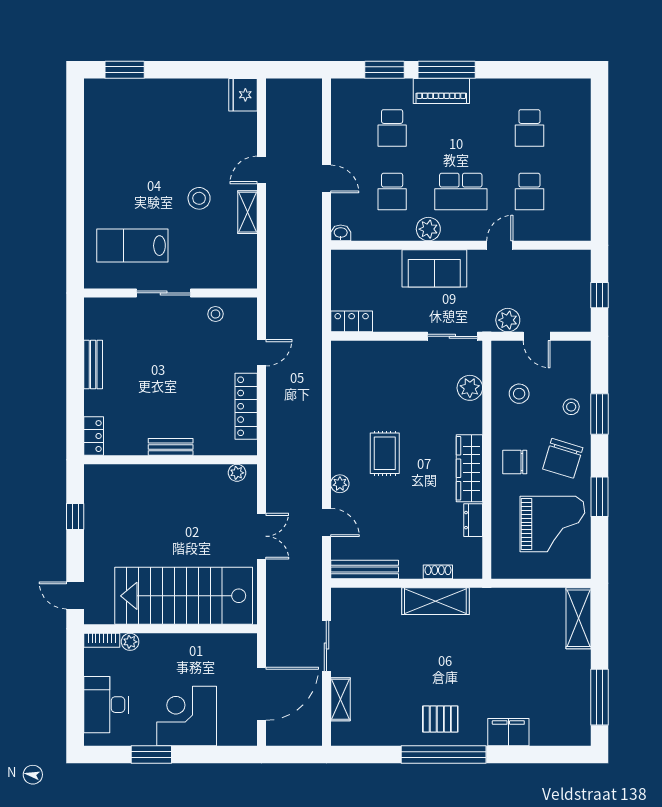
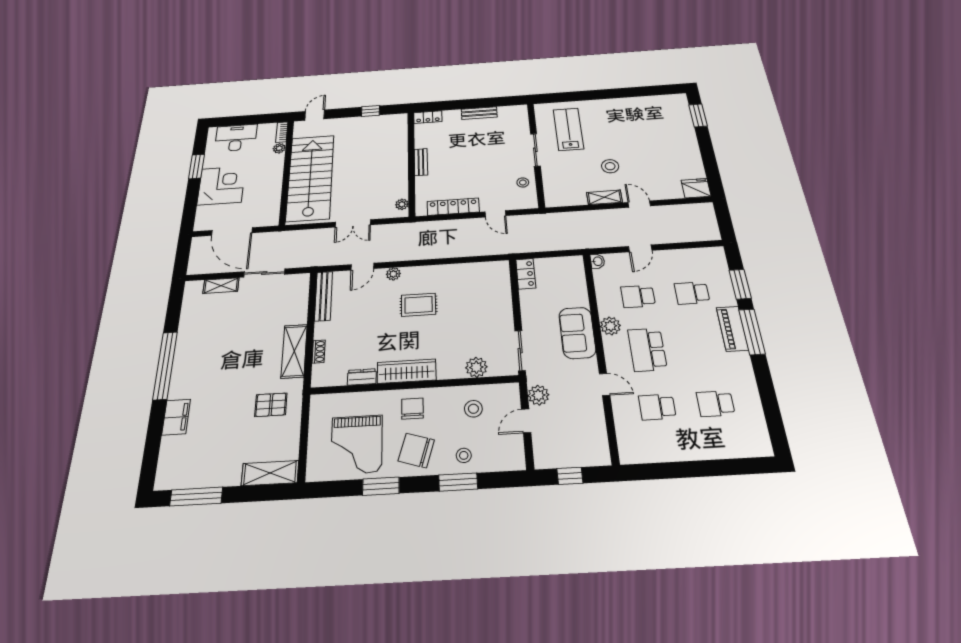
pallet: (440, 719) -> (271, 405), moved, turned 90

